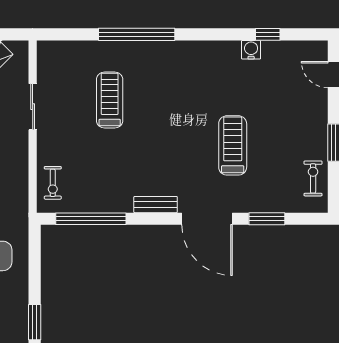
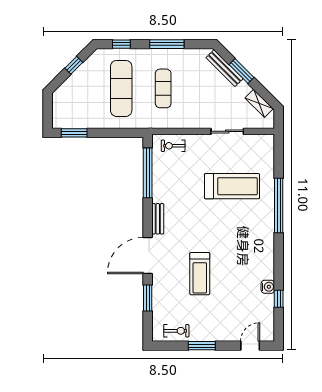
treadmill: (110, 100) -> (232, 186), width x1.37, depth x1.38
treadmill: (233, 145) -> (200, 274), turned 90

